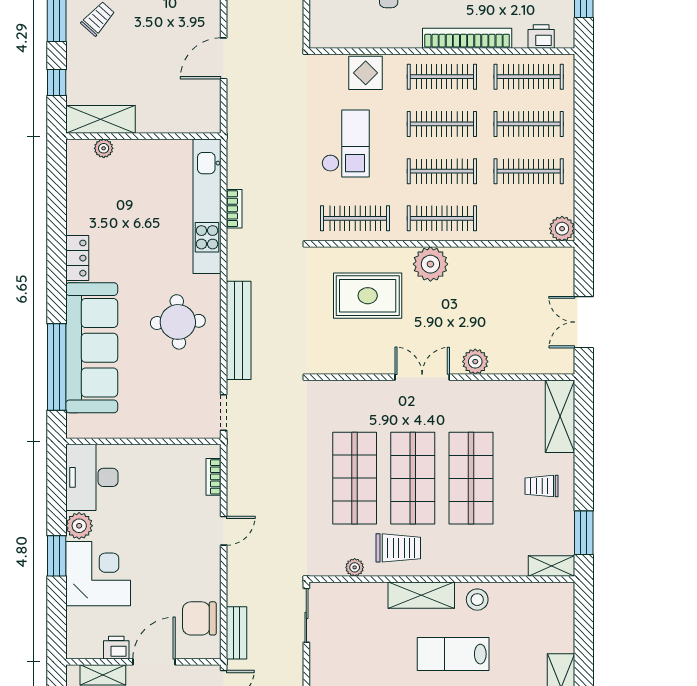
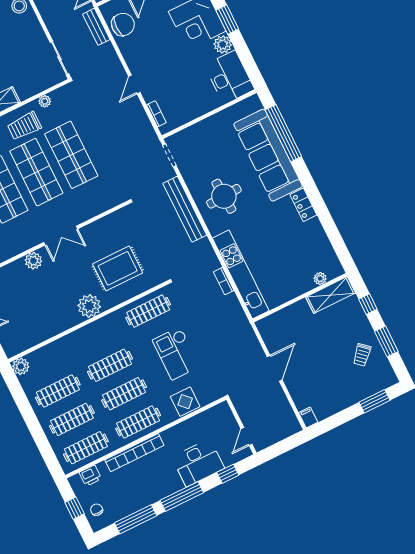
clothes rail: (442, 218) -> (96, 337), removed

